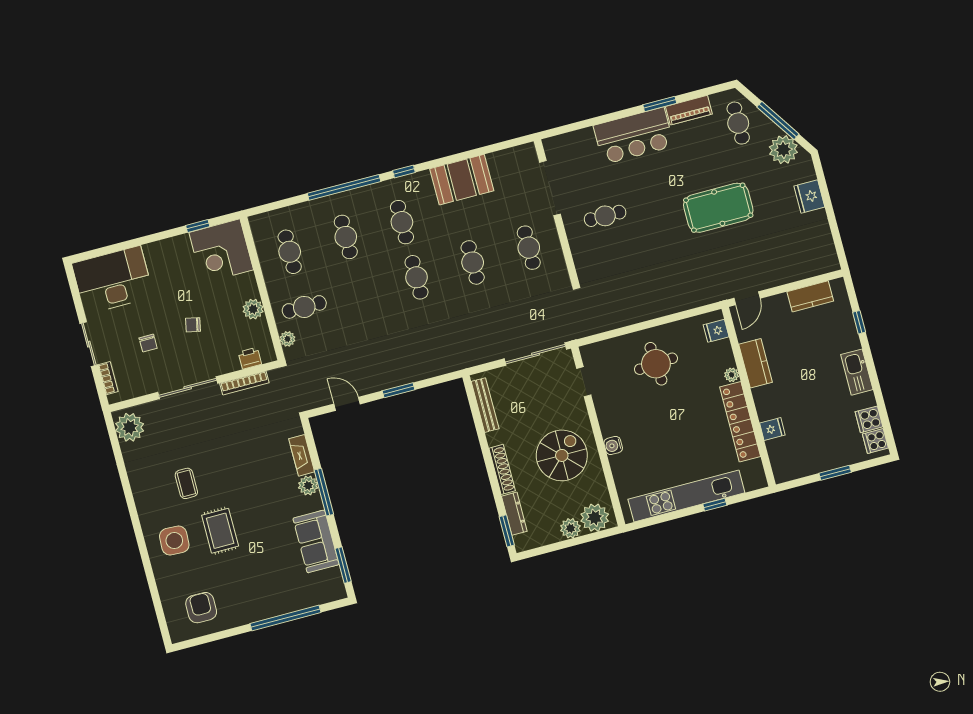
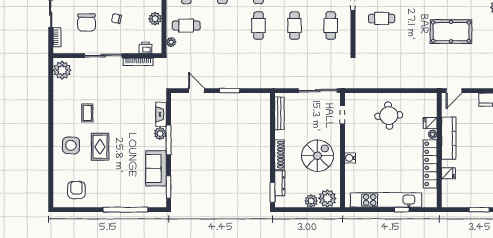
fridge: (716, 331) -> (430, 123), moved
chair: (148, 343) -> (87, 22), width x1.87, depth x1.87
kitchen counter: (756, 363) -> (449, 138), width x1.50

